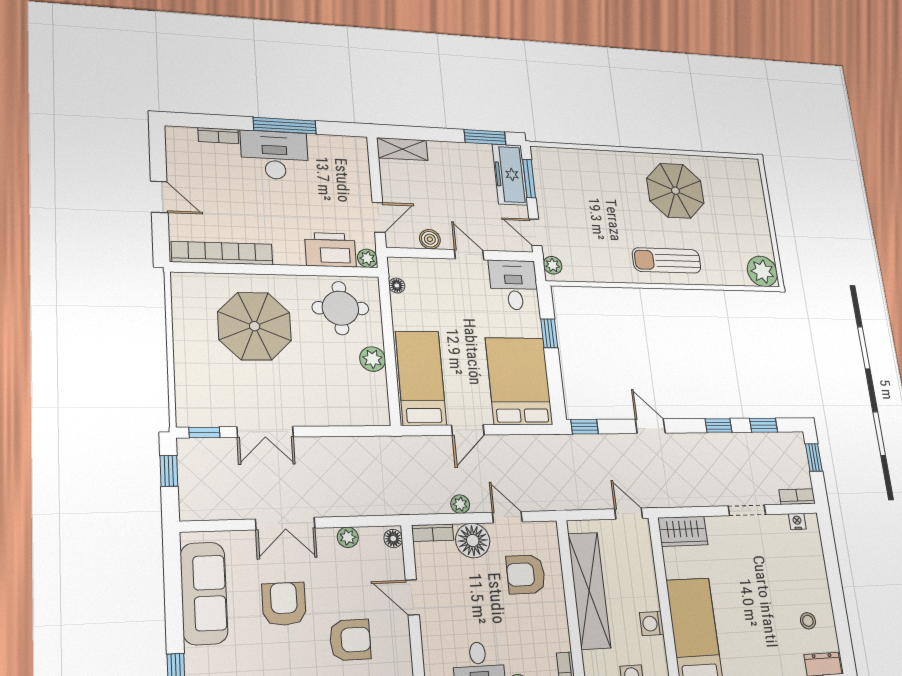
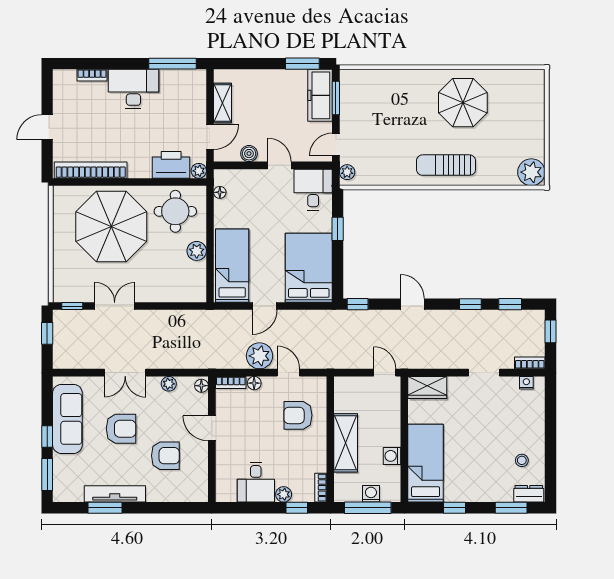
window: (285, 126) -> (173, 64), moved
shelving: (402, 149) -> (223, 103), moved, turned 90
door: (159, 197) -> (47, 127), swing flipped
door: (535, 232) -> (336, 145), hinge flipped
parasol: (255, 326) -> (111, 226), width x1.36, depth x1.36
double door: (265, 432) -> (115, 306), swing flipped
plant: (460, 504) -> (259, 356), width x1.87, depth x1.87
floor lamp: (473, 541) -> (254, 383), width x0.53, depth x0.53
shelving: (589, 590) -> (346, 443), width x0.68
armchair: (284, 604) -> (121, 429), turned 90
window: (174, 621) -> (47, 436), added

